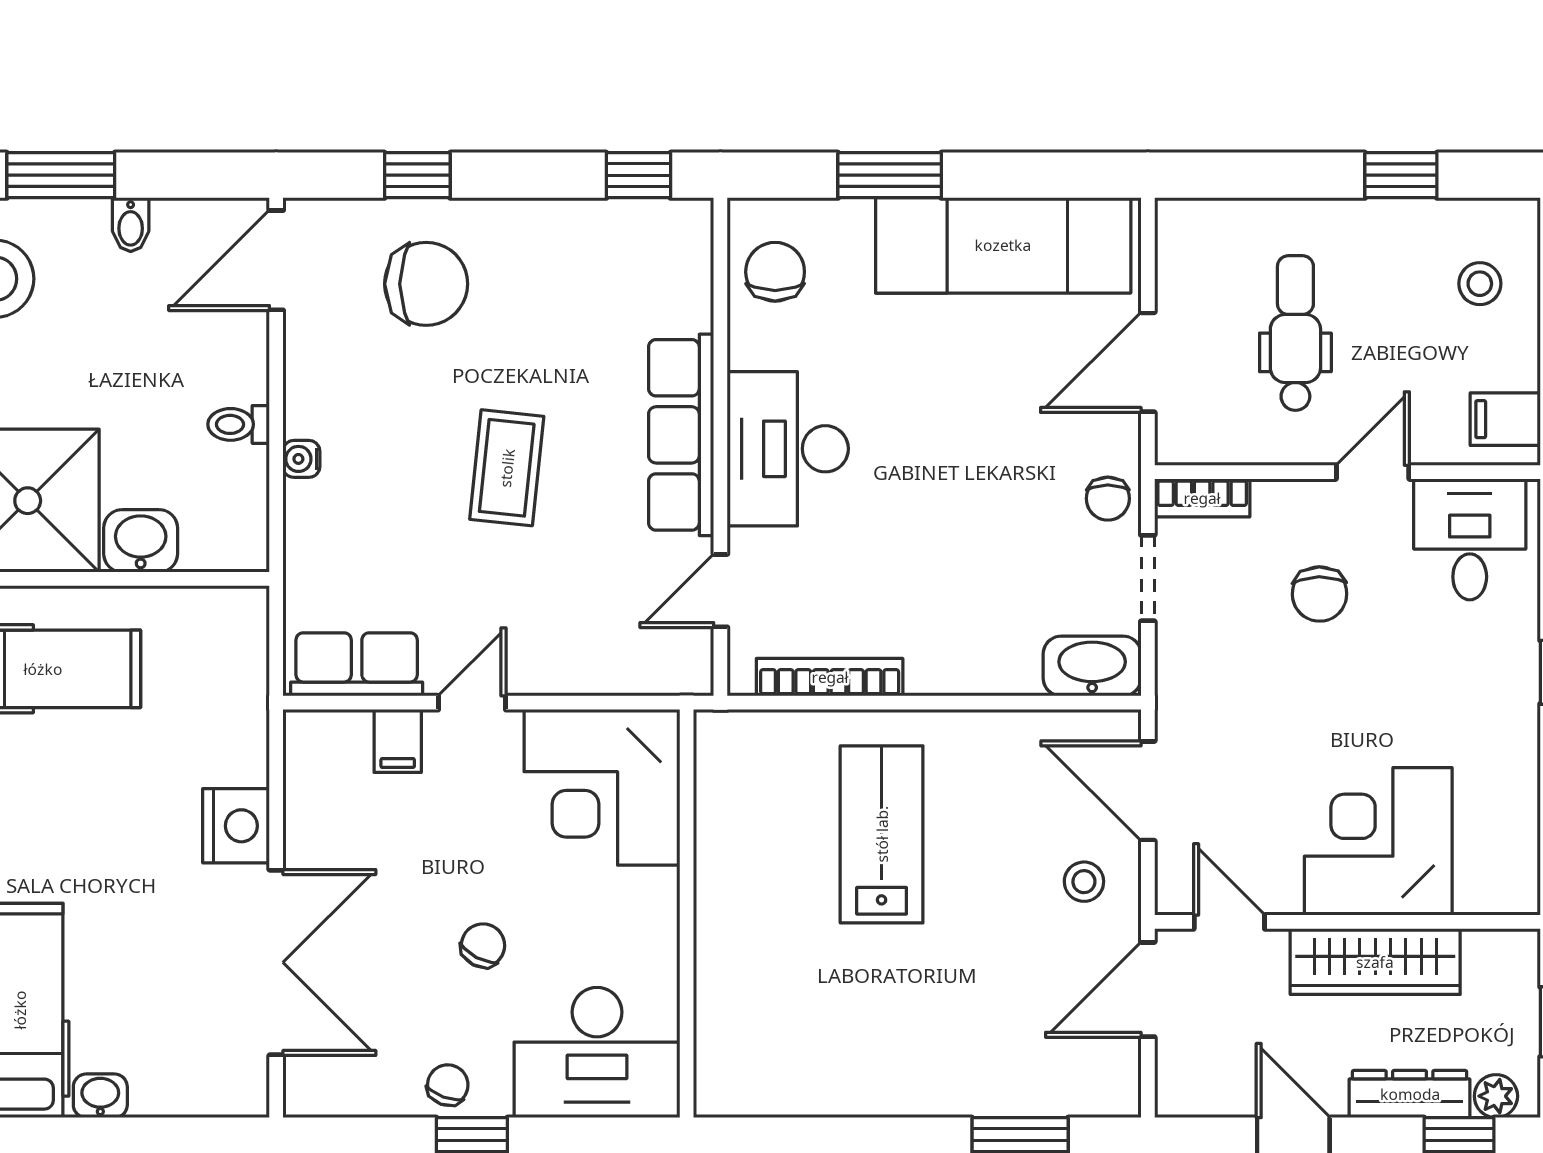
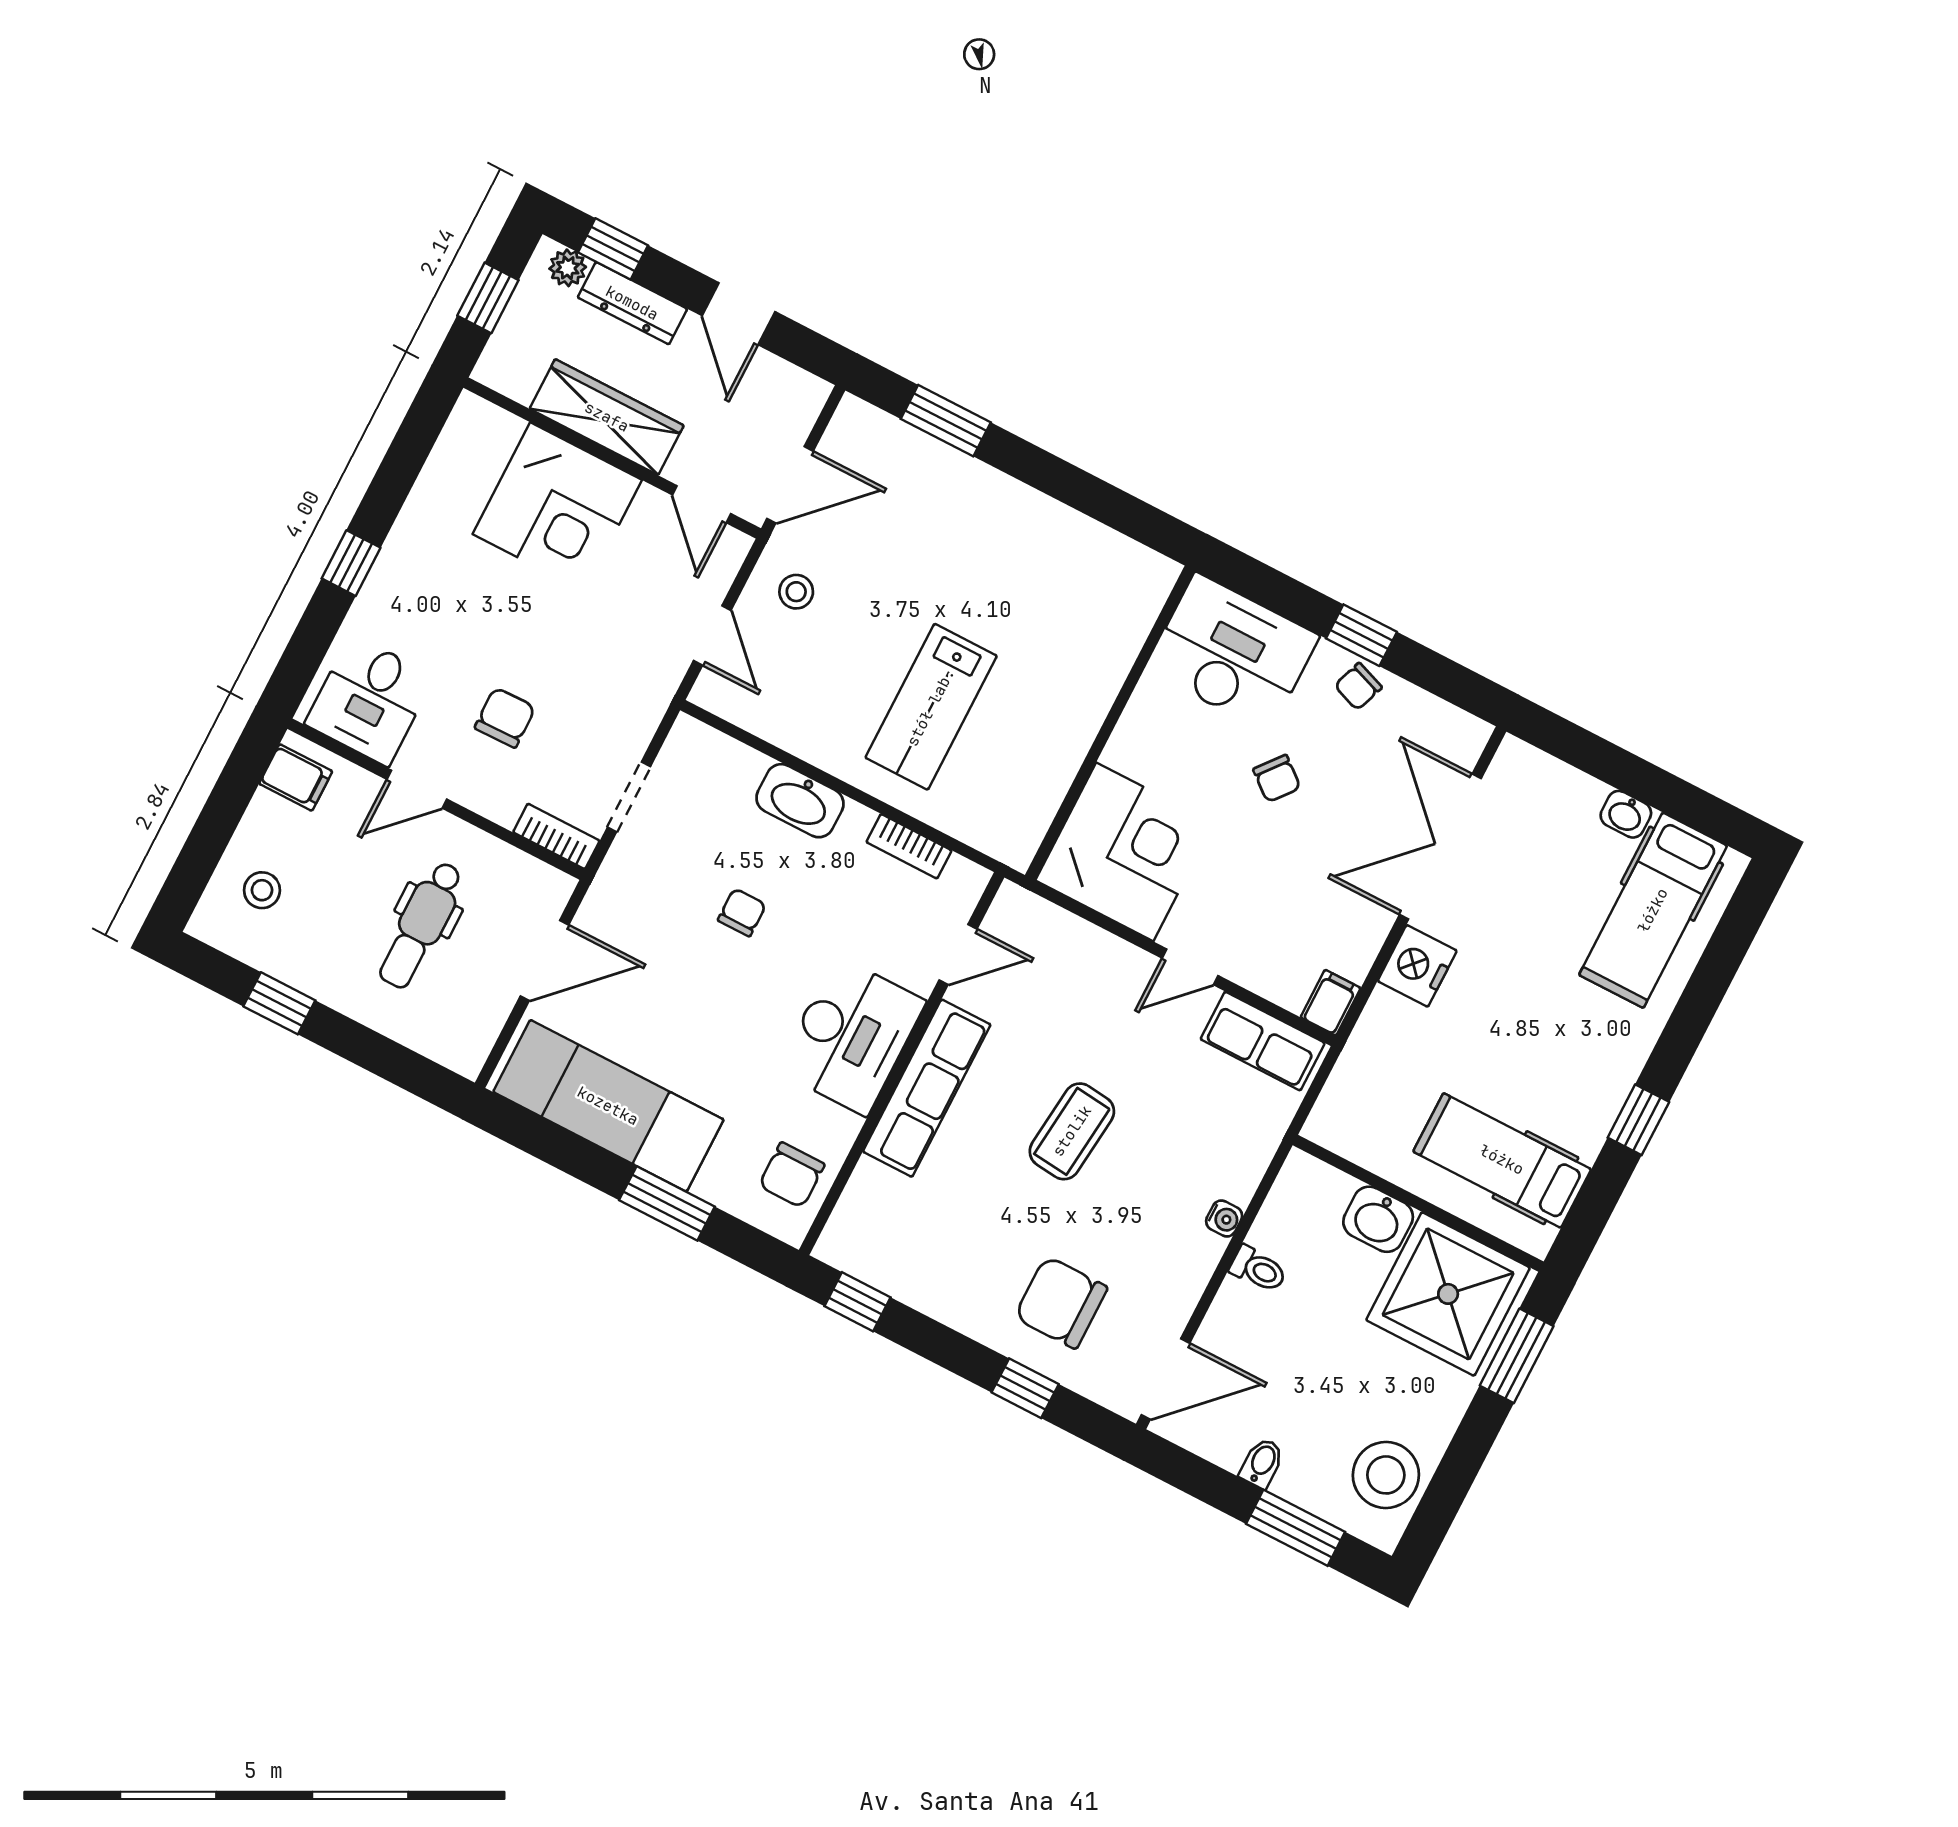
chair: (1108, 499) -> (742, 912), moved
washbasin: (1092, 666) -> (800, 801), moved
bookcase: (830, 677) -> (909, 846), width x0.64
filing cabinet: (398, 741) -> (1331, 1003), moved
door: (1148, 791) -> (712, 636), width x0.73
chair: (483, 945) -> (1277, 778), turned -79

